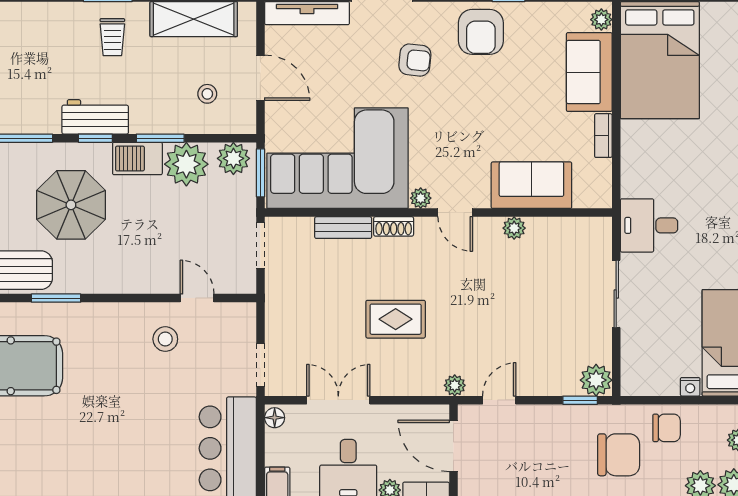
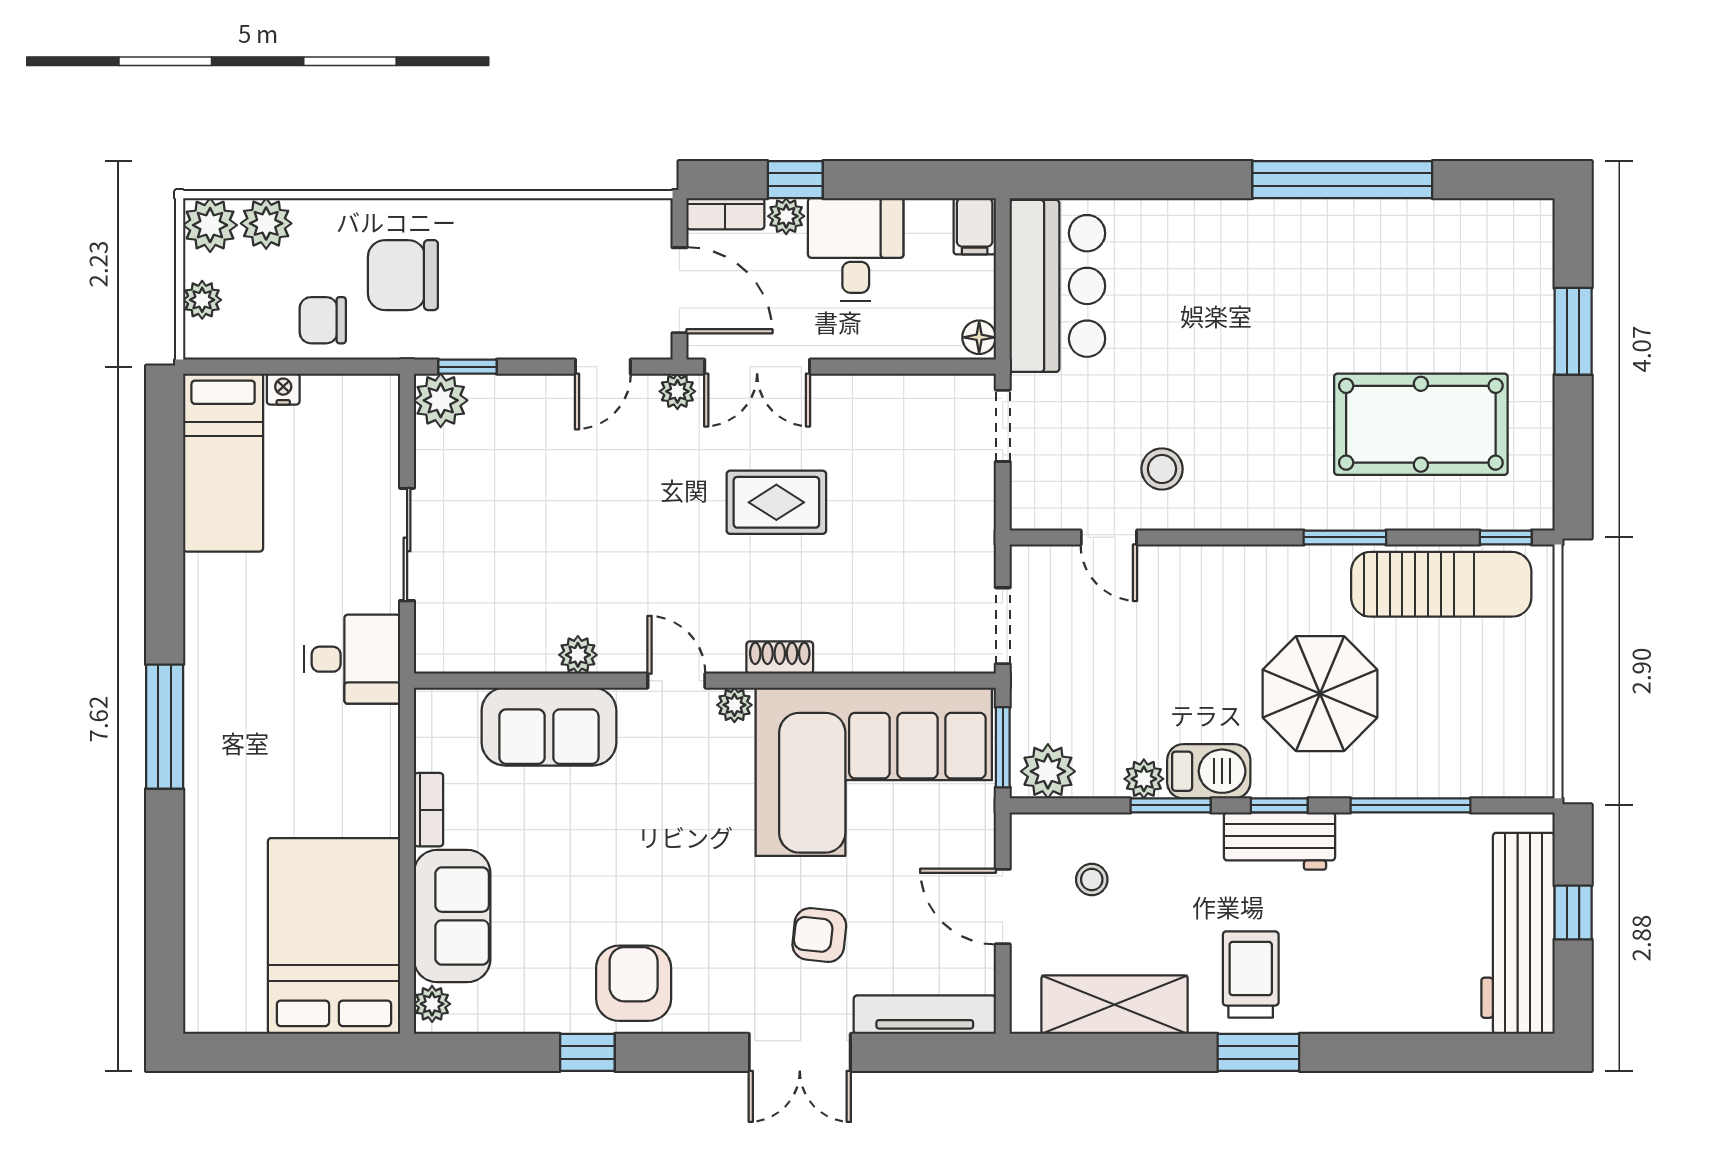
trolley: (112, 37) -> (1251, 975), width x1.36, depth x1.39
armchair: (415, 60) -> (819, 935), moved
plant: (186, 164) -> (1144, 779), width x0.53, depth x0.53
bench: (343, 228) -> (864, 656), removed
double door: (338, 400) -> (757, 367), moved

